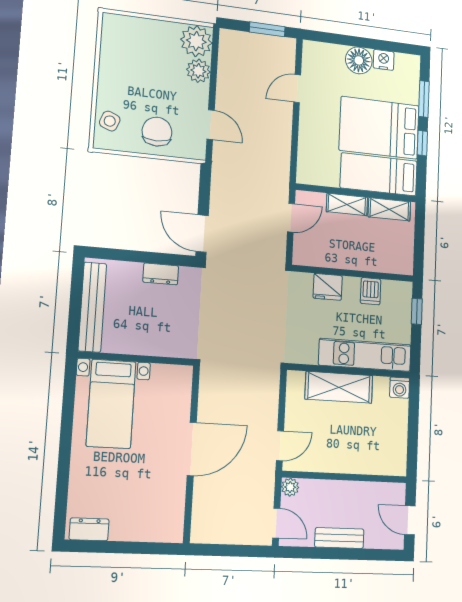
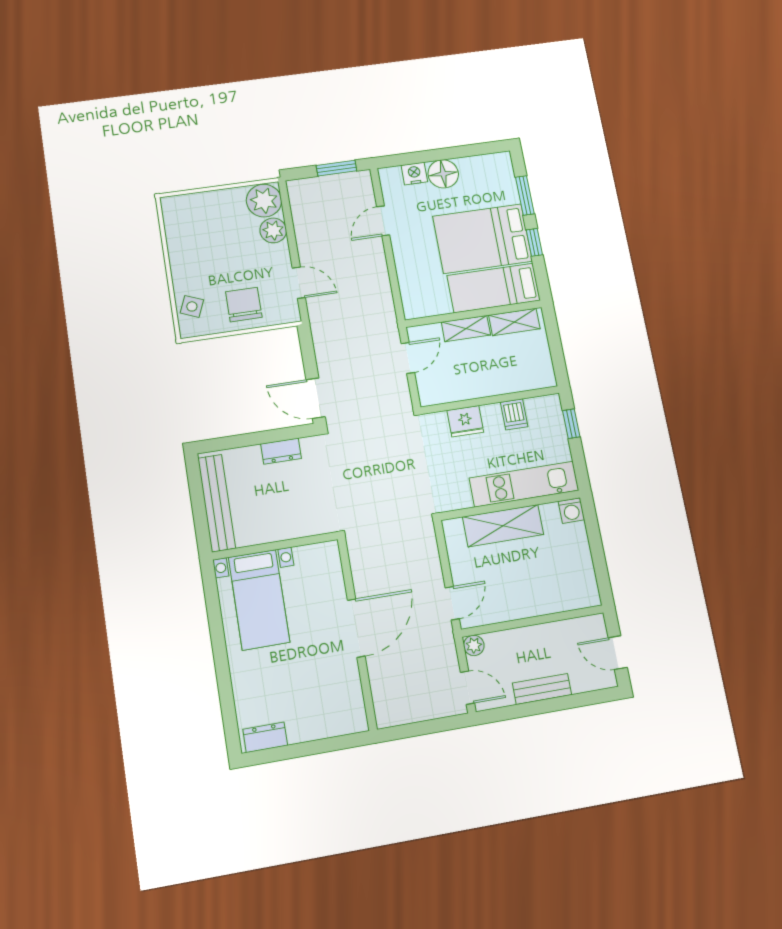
nightstand: (384, 60) -> (414, 174), moved

